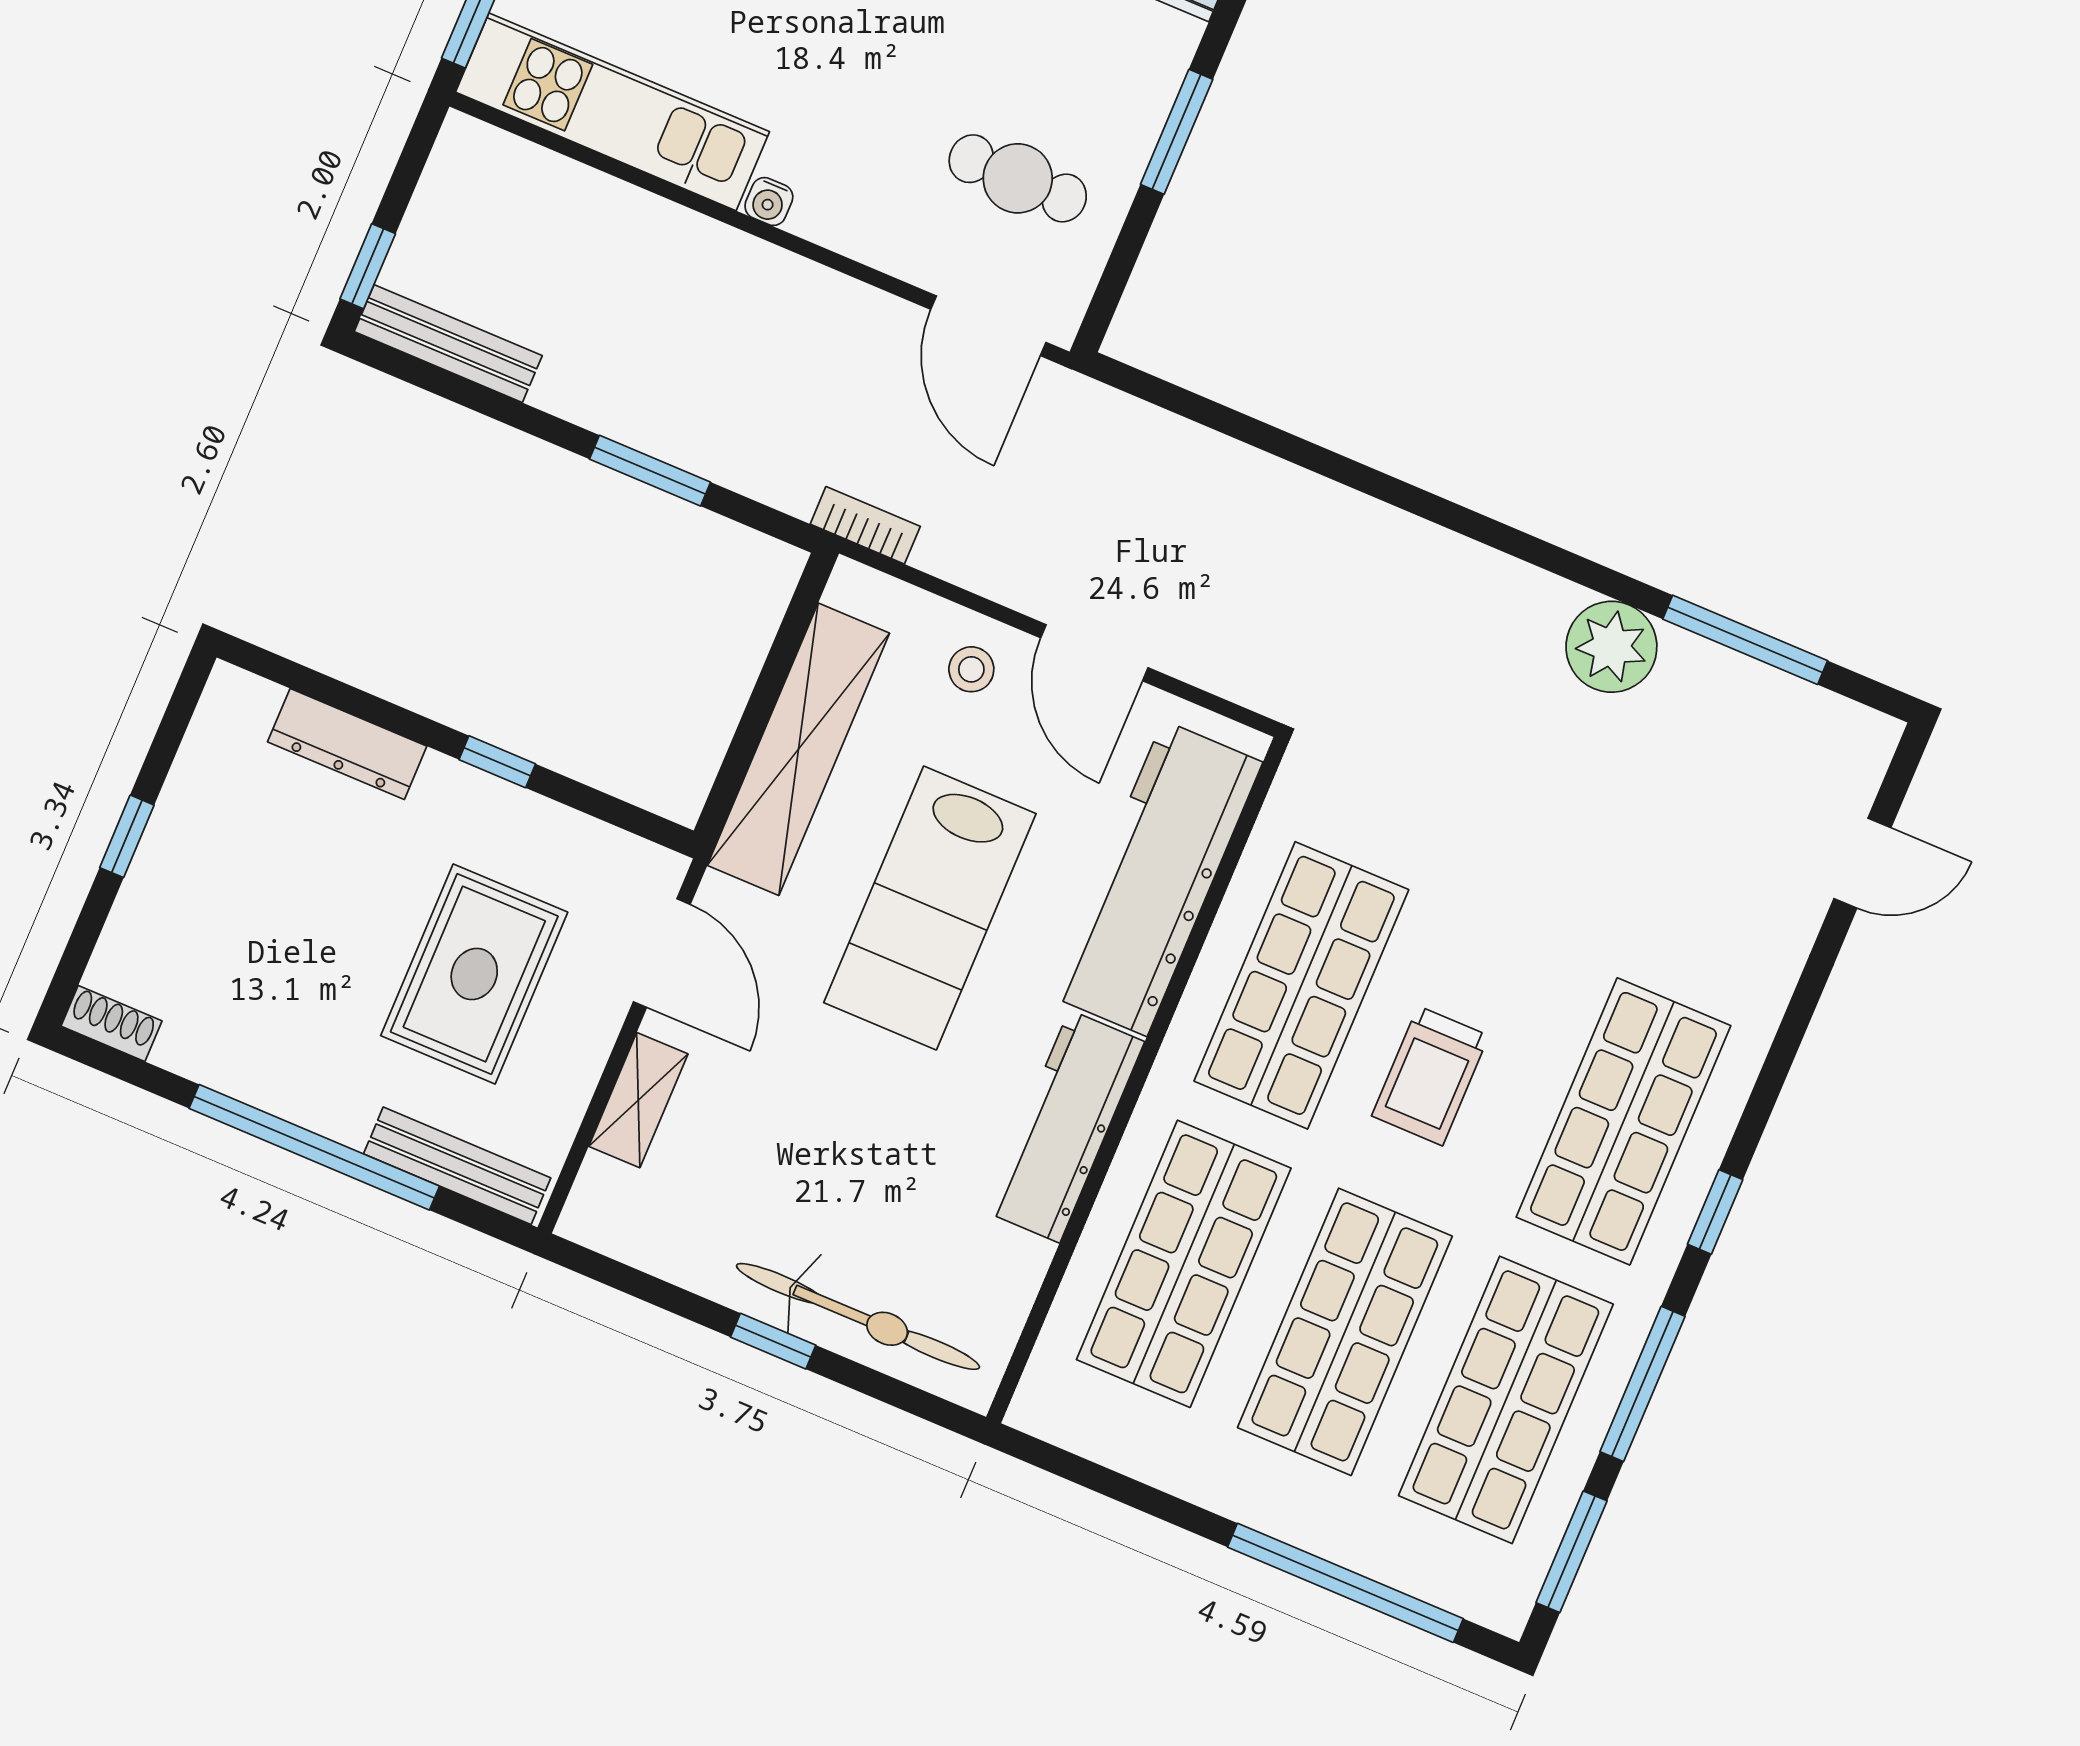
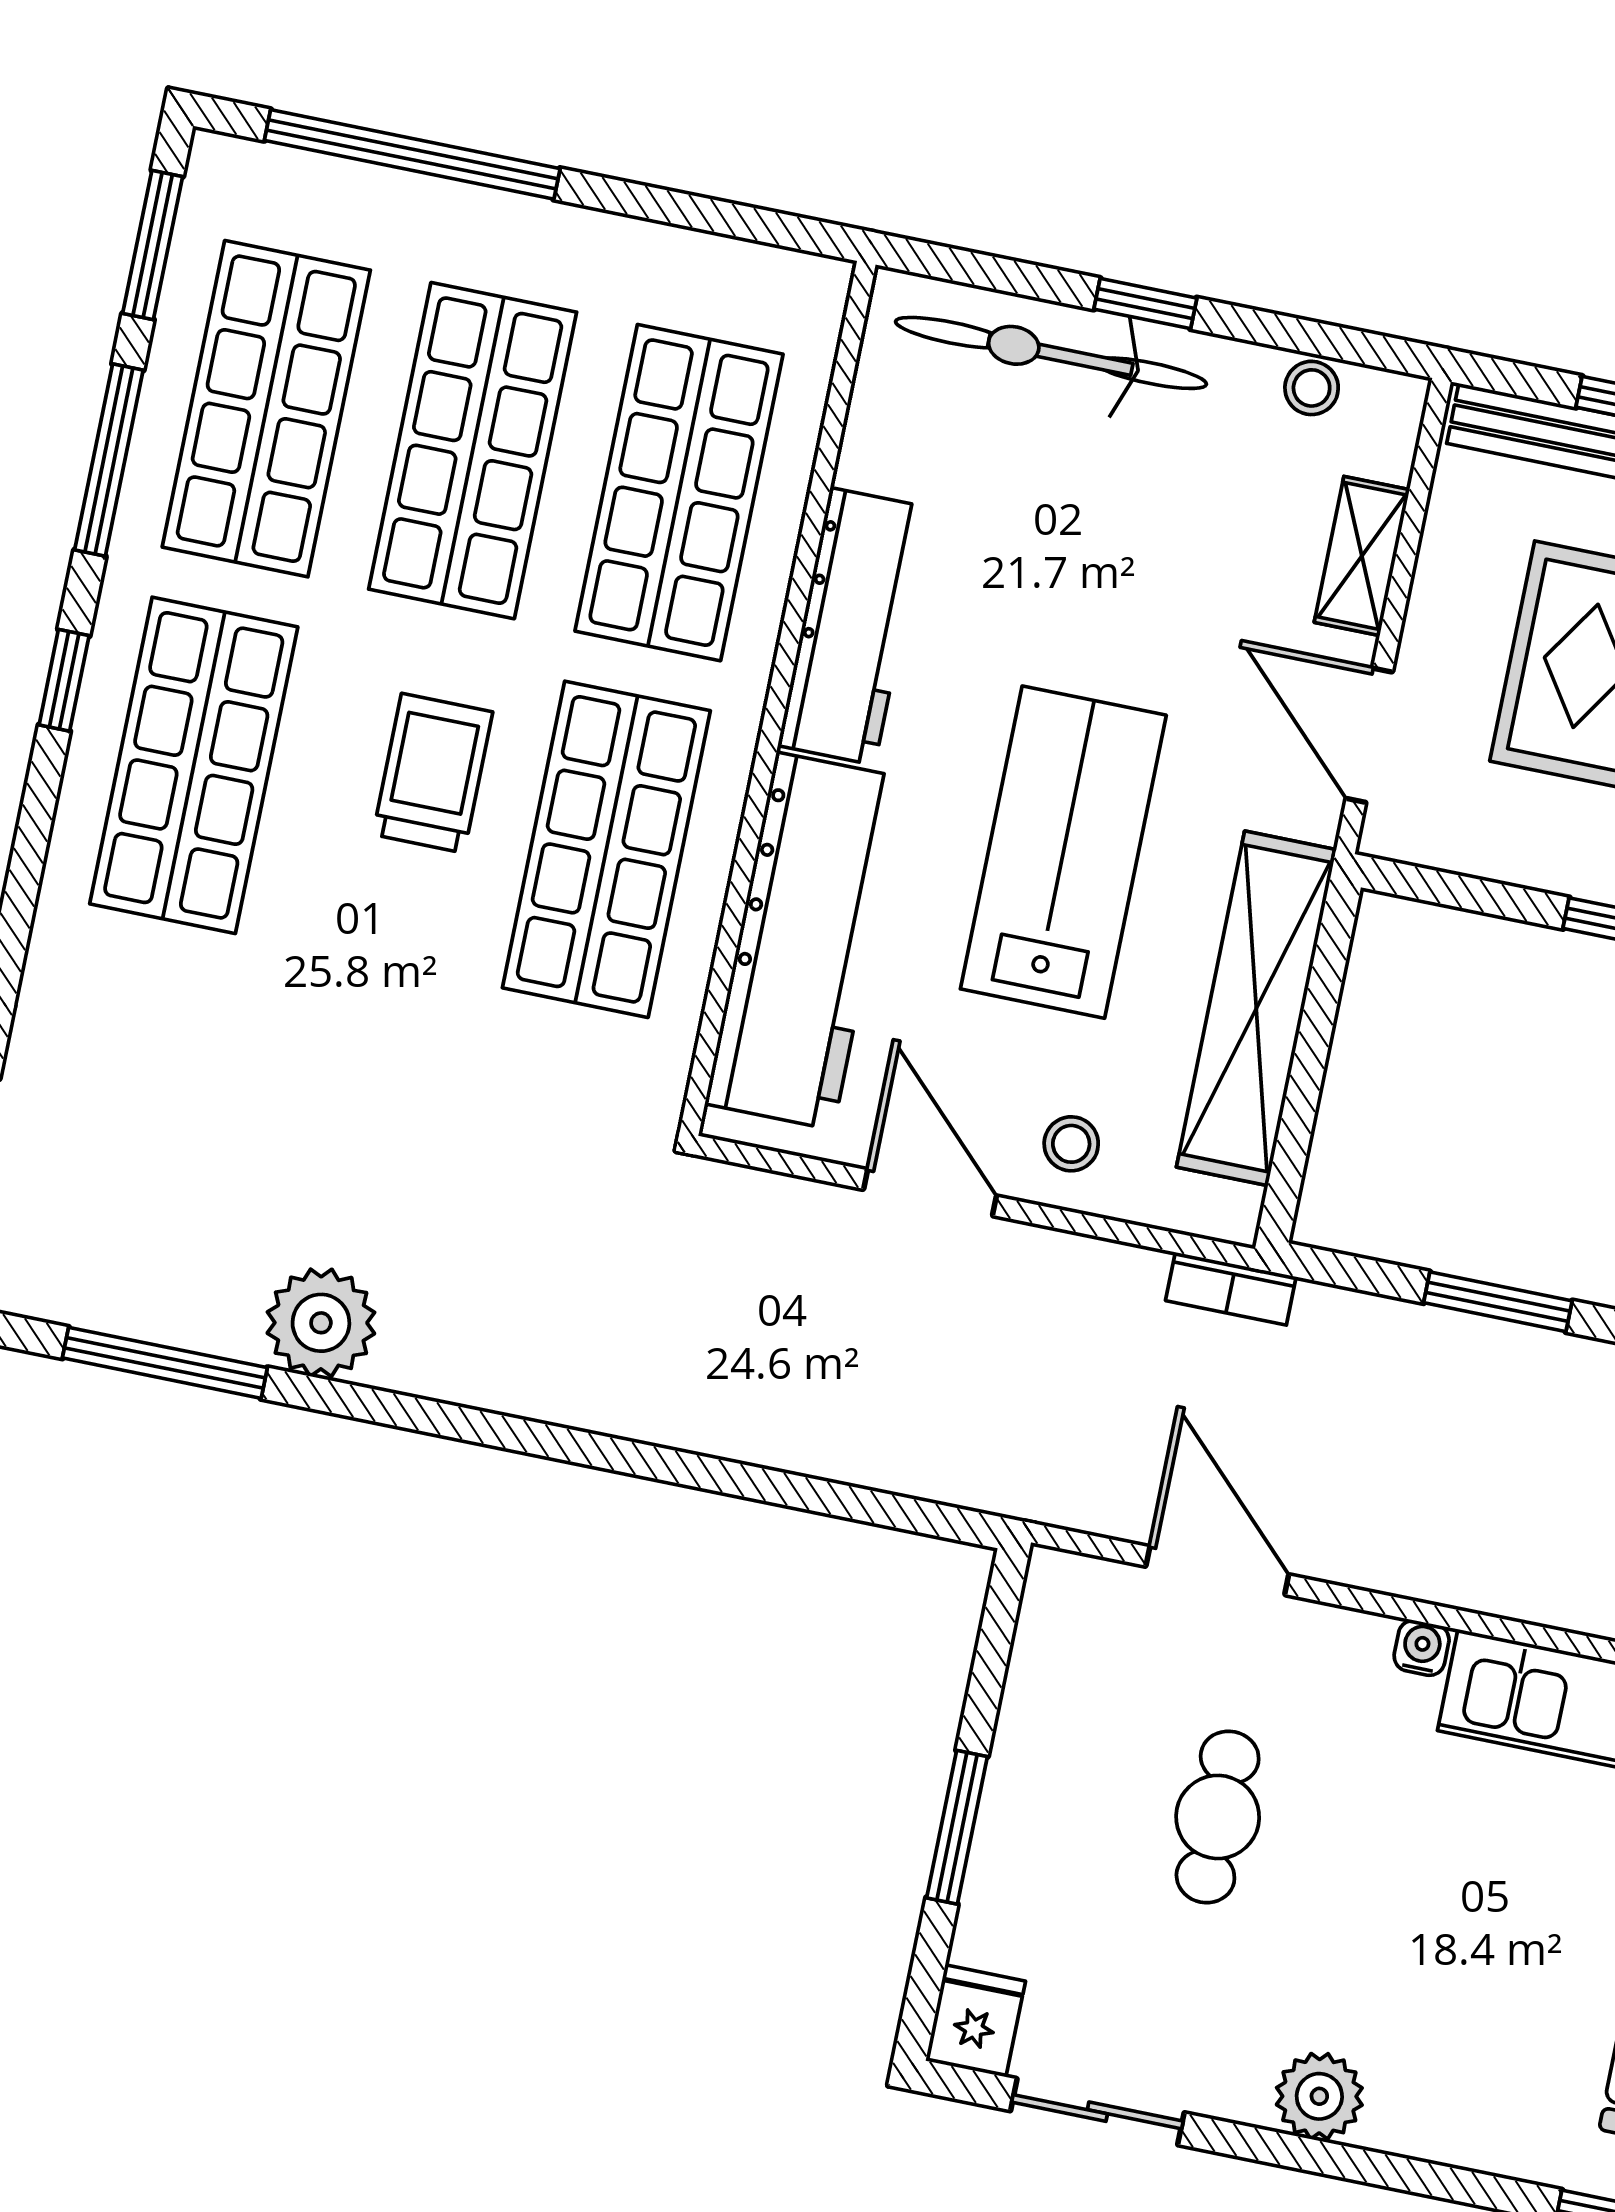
cafe table: (1018, 178) -> (1218, 1817), moved, turned 90
door: (988, 326) -> (1217, 1571), moved
stool: (652, 1245) -> (1312, 388), added

